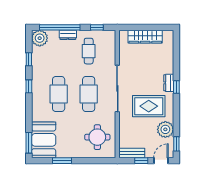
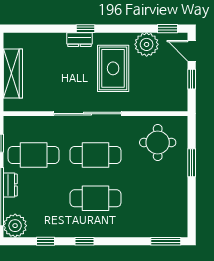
cafe table: (89, 51) -> (34, 155), width x1.37, depth x1.35
booth: (44, 140) -> (162, 220), removed
bench: (132, 153) -> (181, 93), removed
window: (62, 161) -> (192, 163), moved

